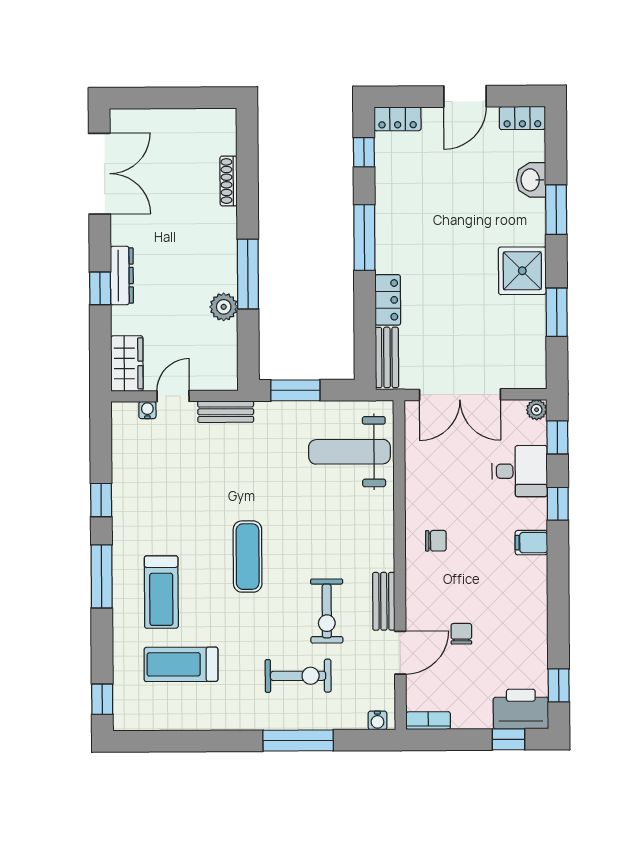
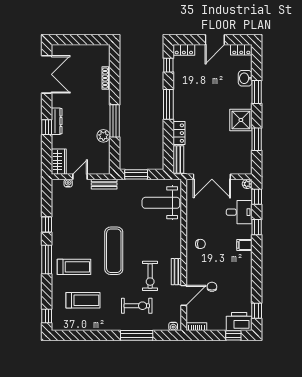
exercise mat: (248, 557) -> (114, 251), width x1.36, depth x1.45
treadmill: (161, 592) -> (74, 267), turned -90
treadmill: (181, 664) -> (83, 300), turned 180

